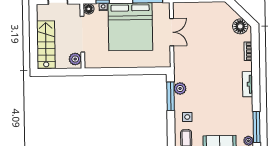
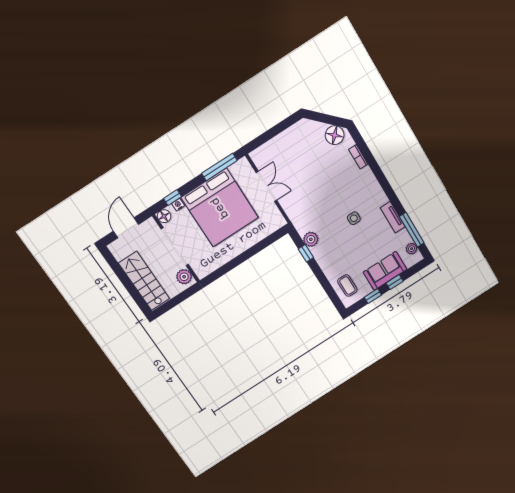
tv unit: (248, 84) -> (393, 217), moved
window: (171, 96) -> (306, 253), width x0.46
side table: (187, 117) -> (354, 218), moved

